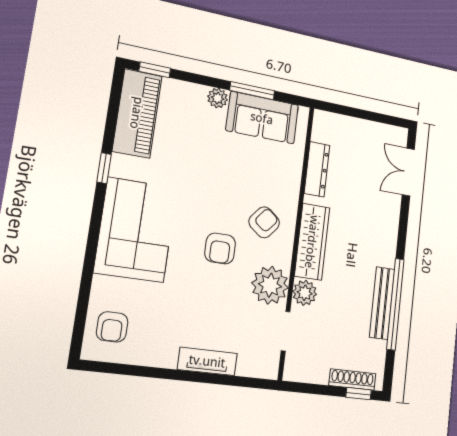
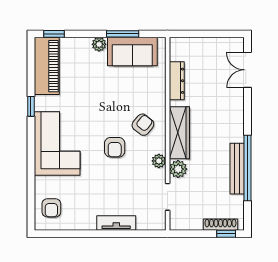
plant: (270, 285) -> (159, 161), width x0.53, depth x0.53

